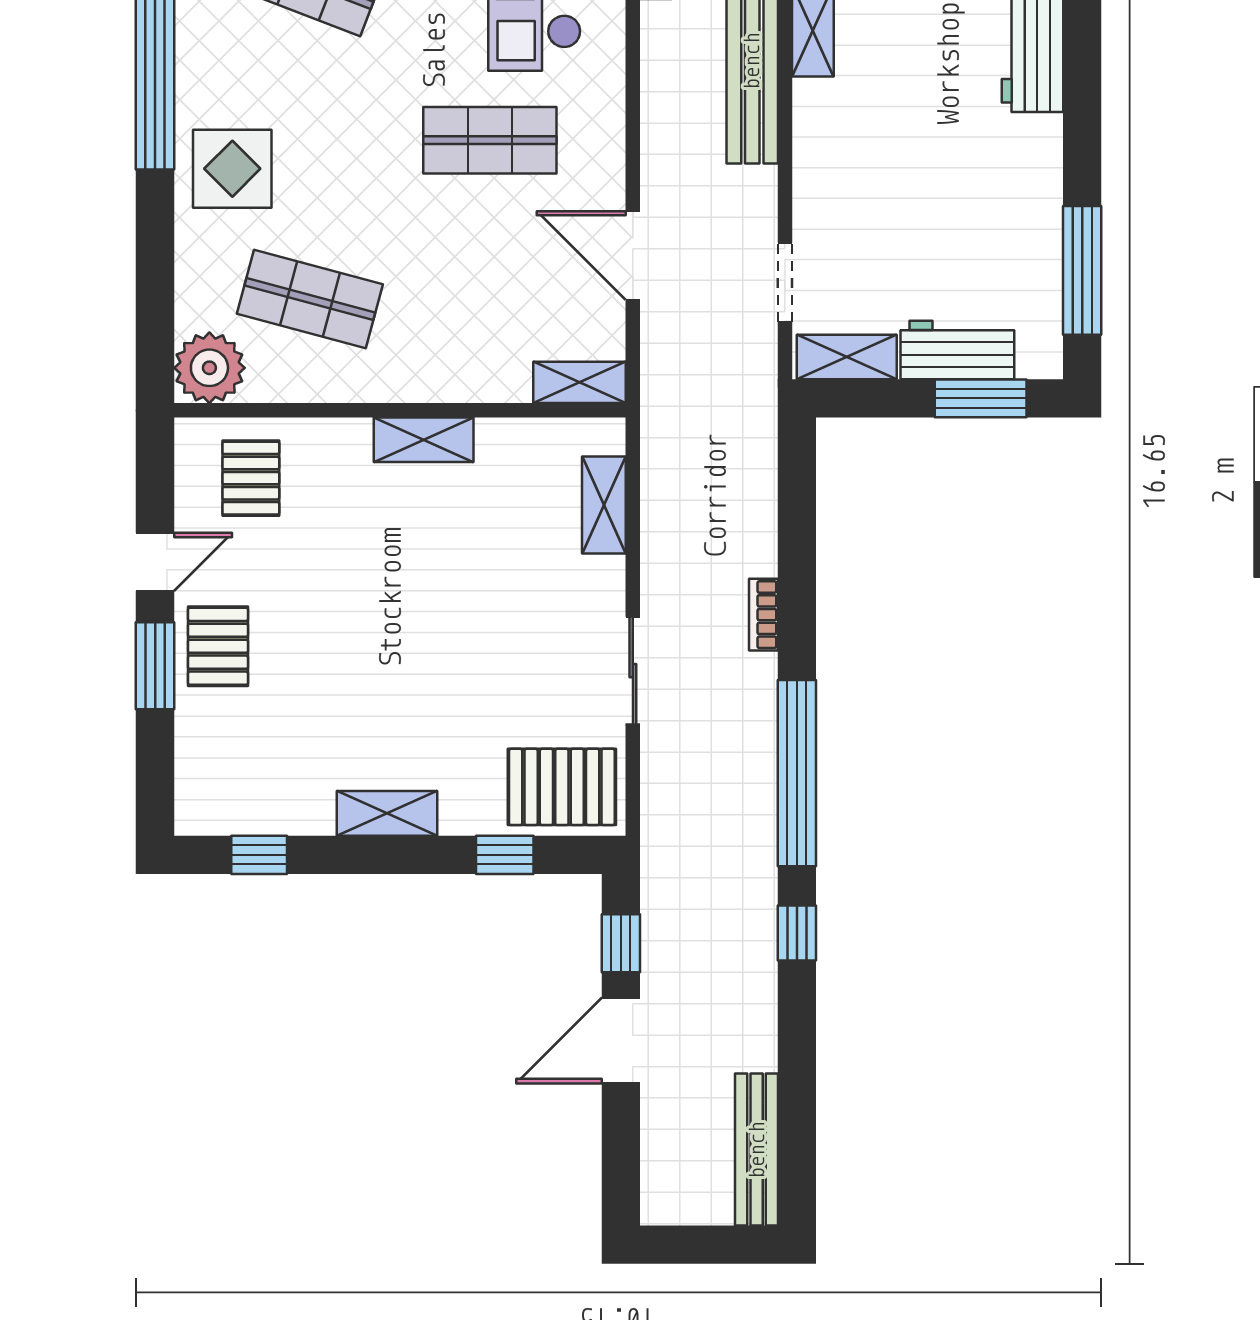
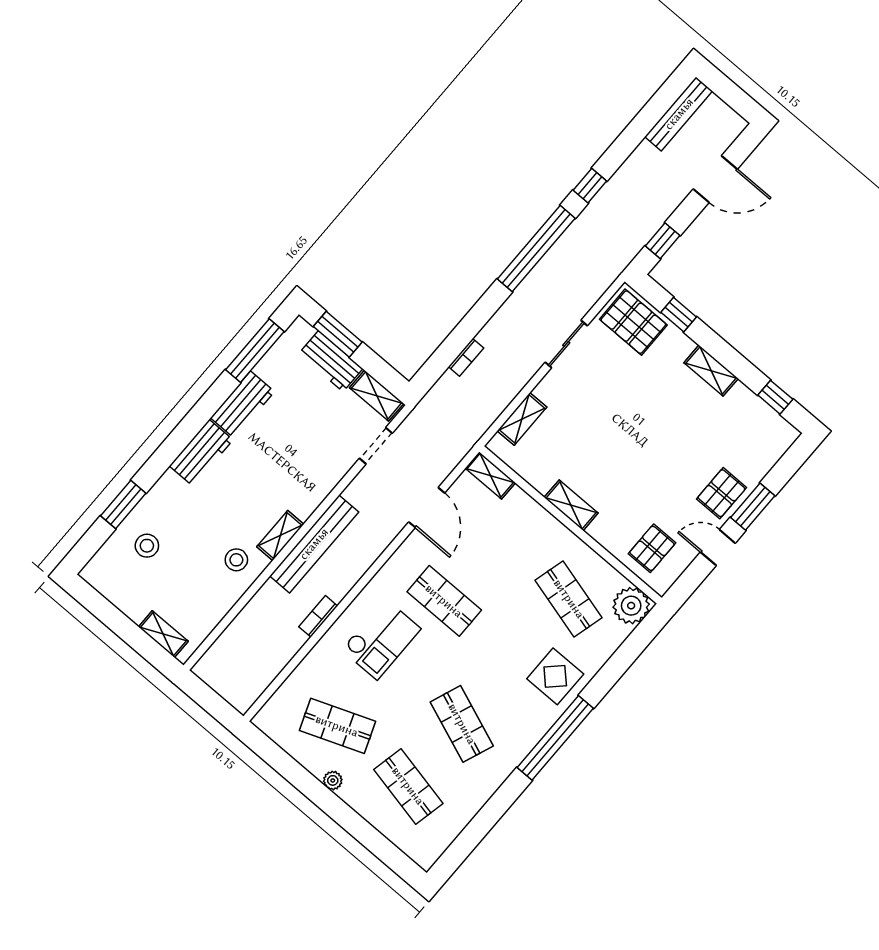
workbench: (1032, 175) -> (243, 405), added
bookcase: (763, 615) -> (466, 357), moved
door: (621, 1040) -> (715, 179), moved

